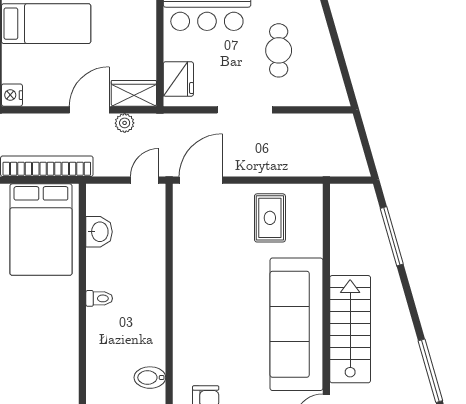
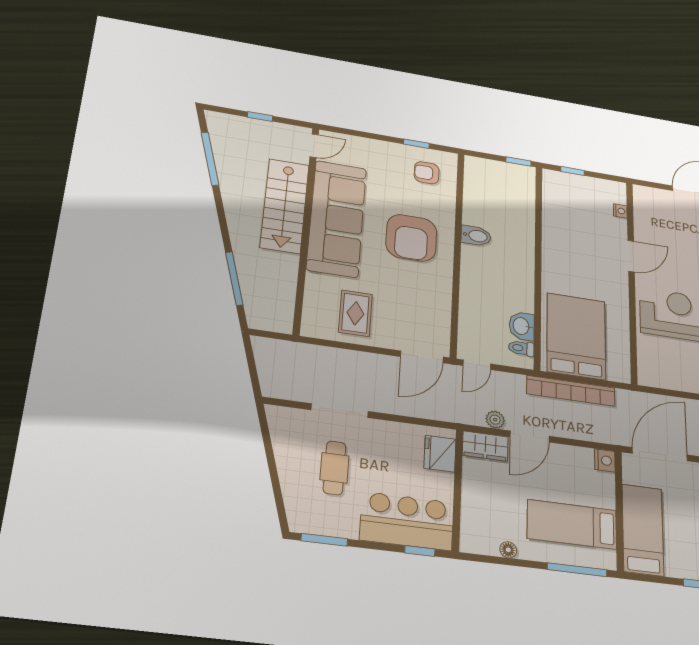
doorway: (245, 110) -> (340, 411), moved
toilet: (99, 298) -> (521, 348), moved
armchair: (218, 315) -> (411, 238), added
bidet: (150, 378) -> (476, 236), moved

